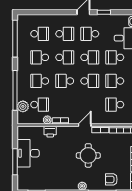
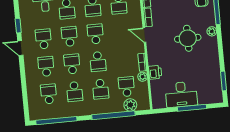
school desk: (90, 34) -> (43, 39), turned 180
round table: (88, 155) -> (188, 38), moved

